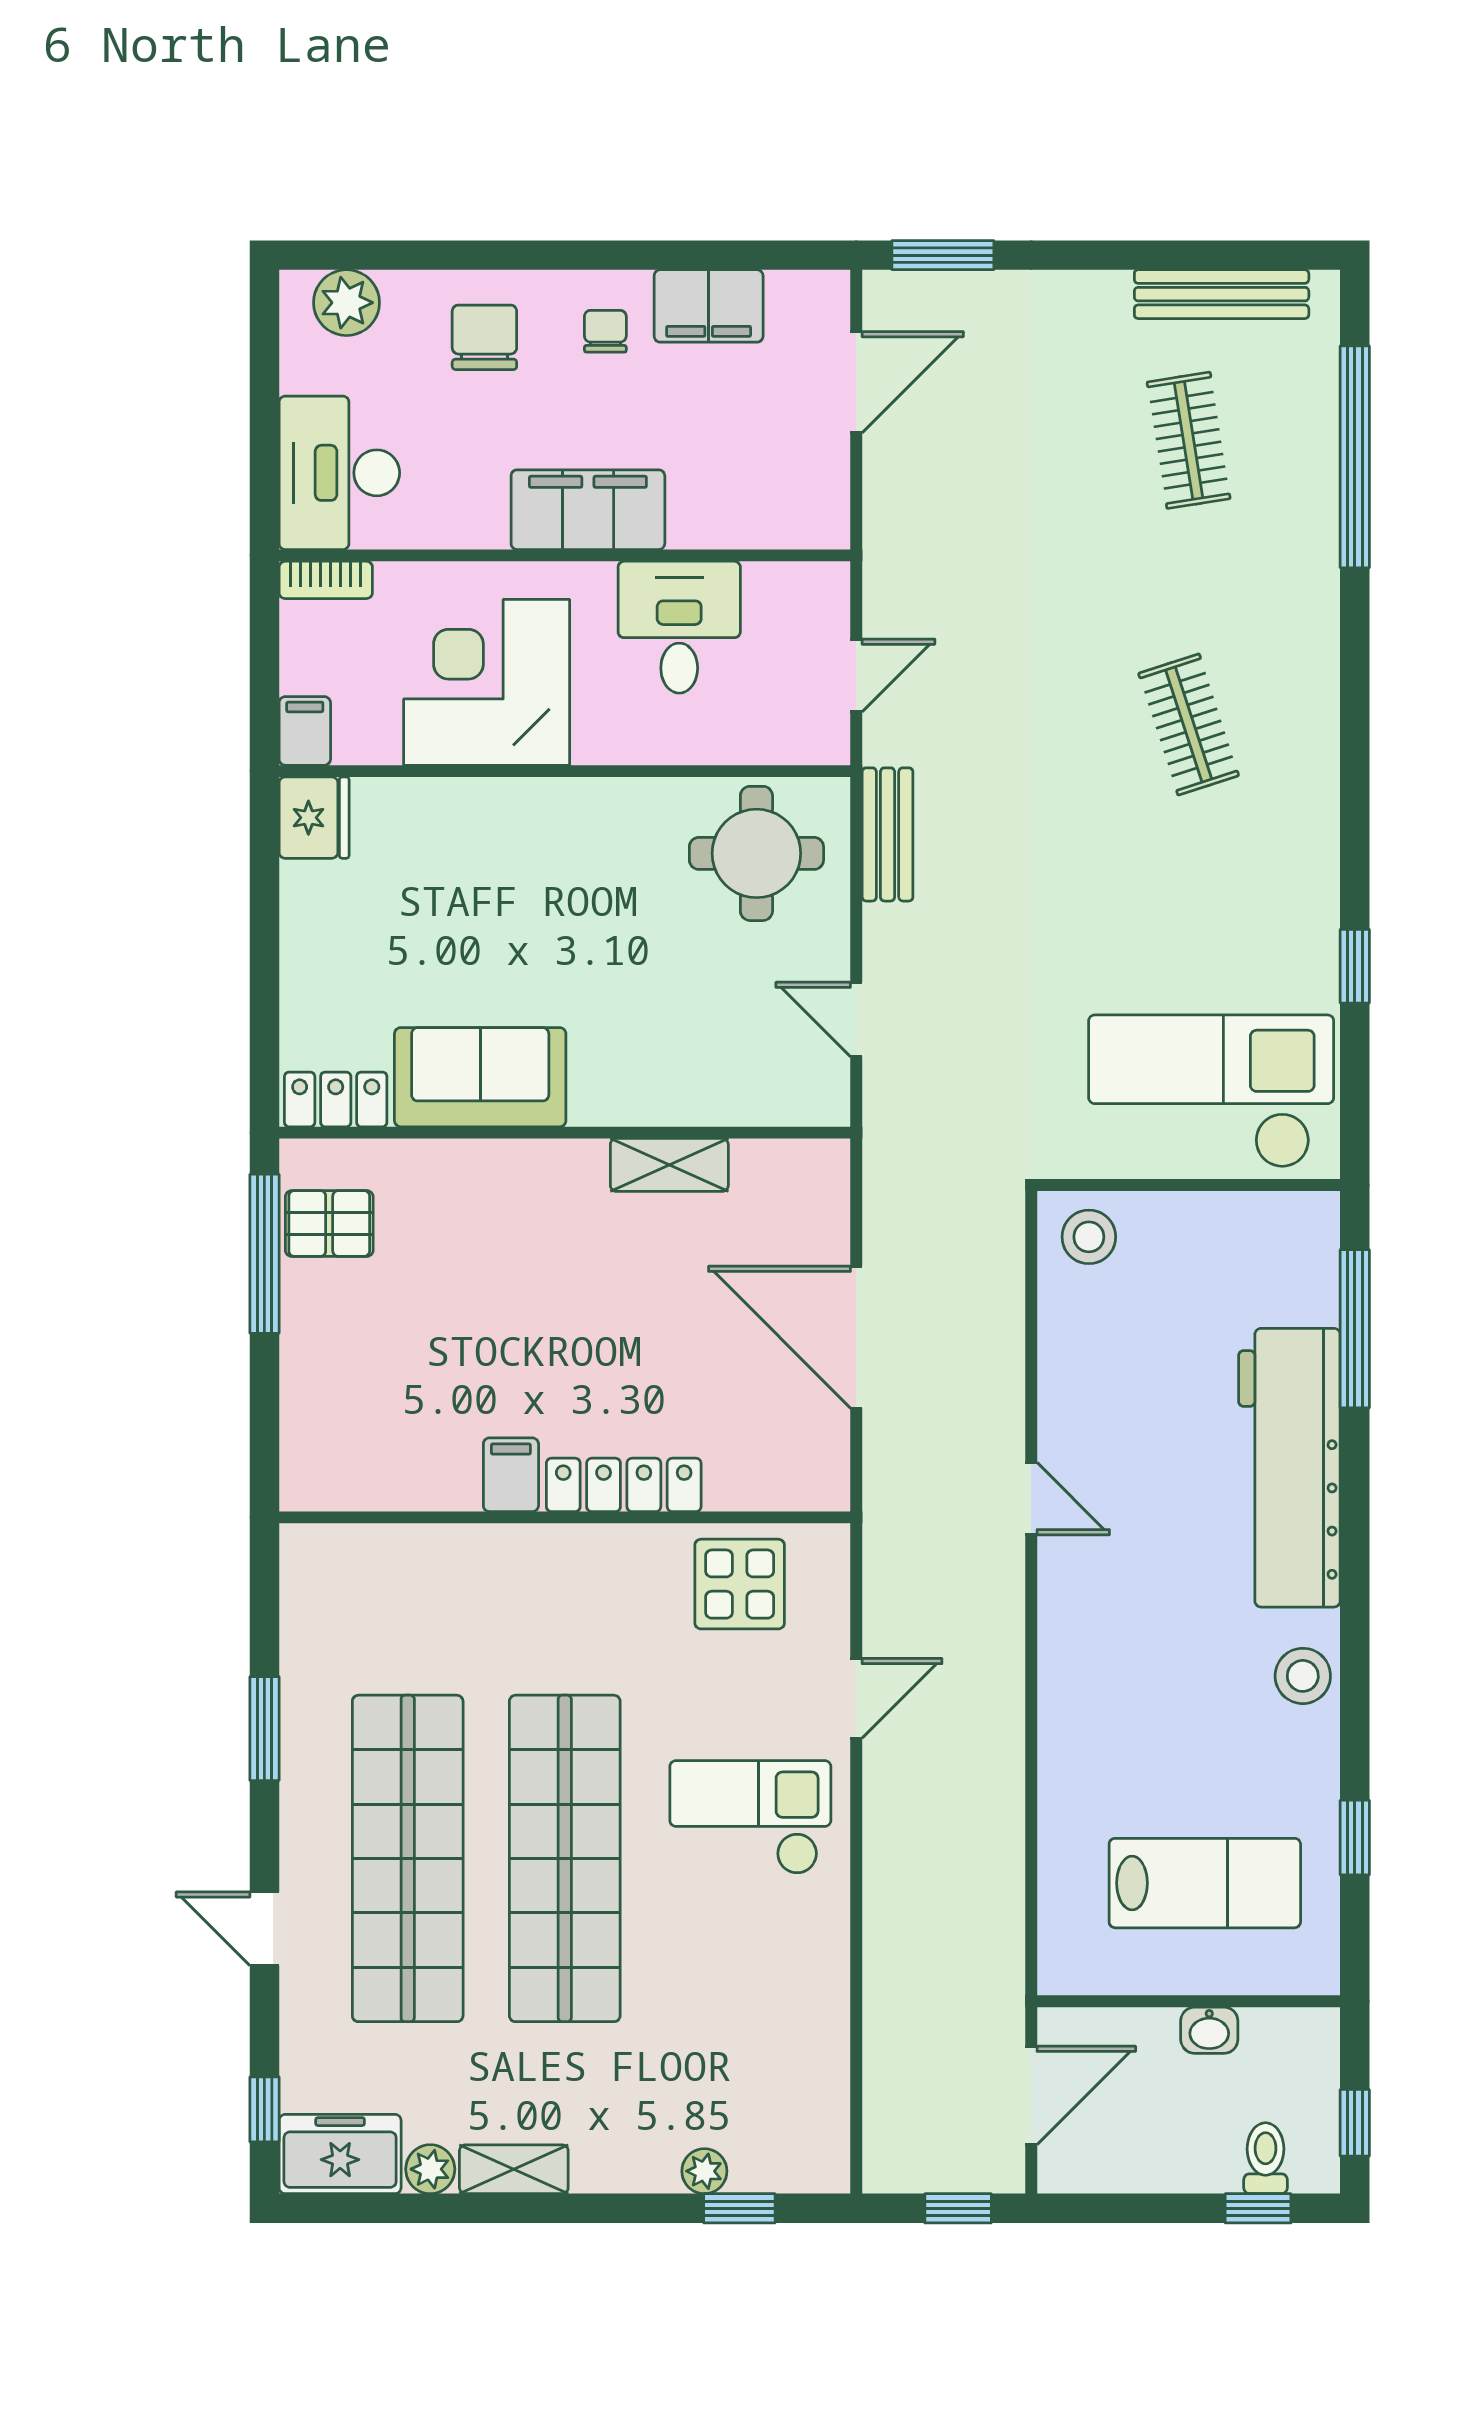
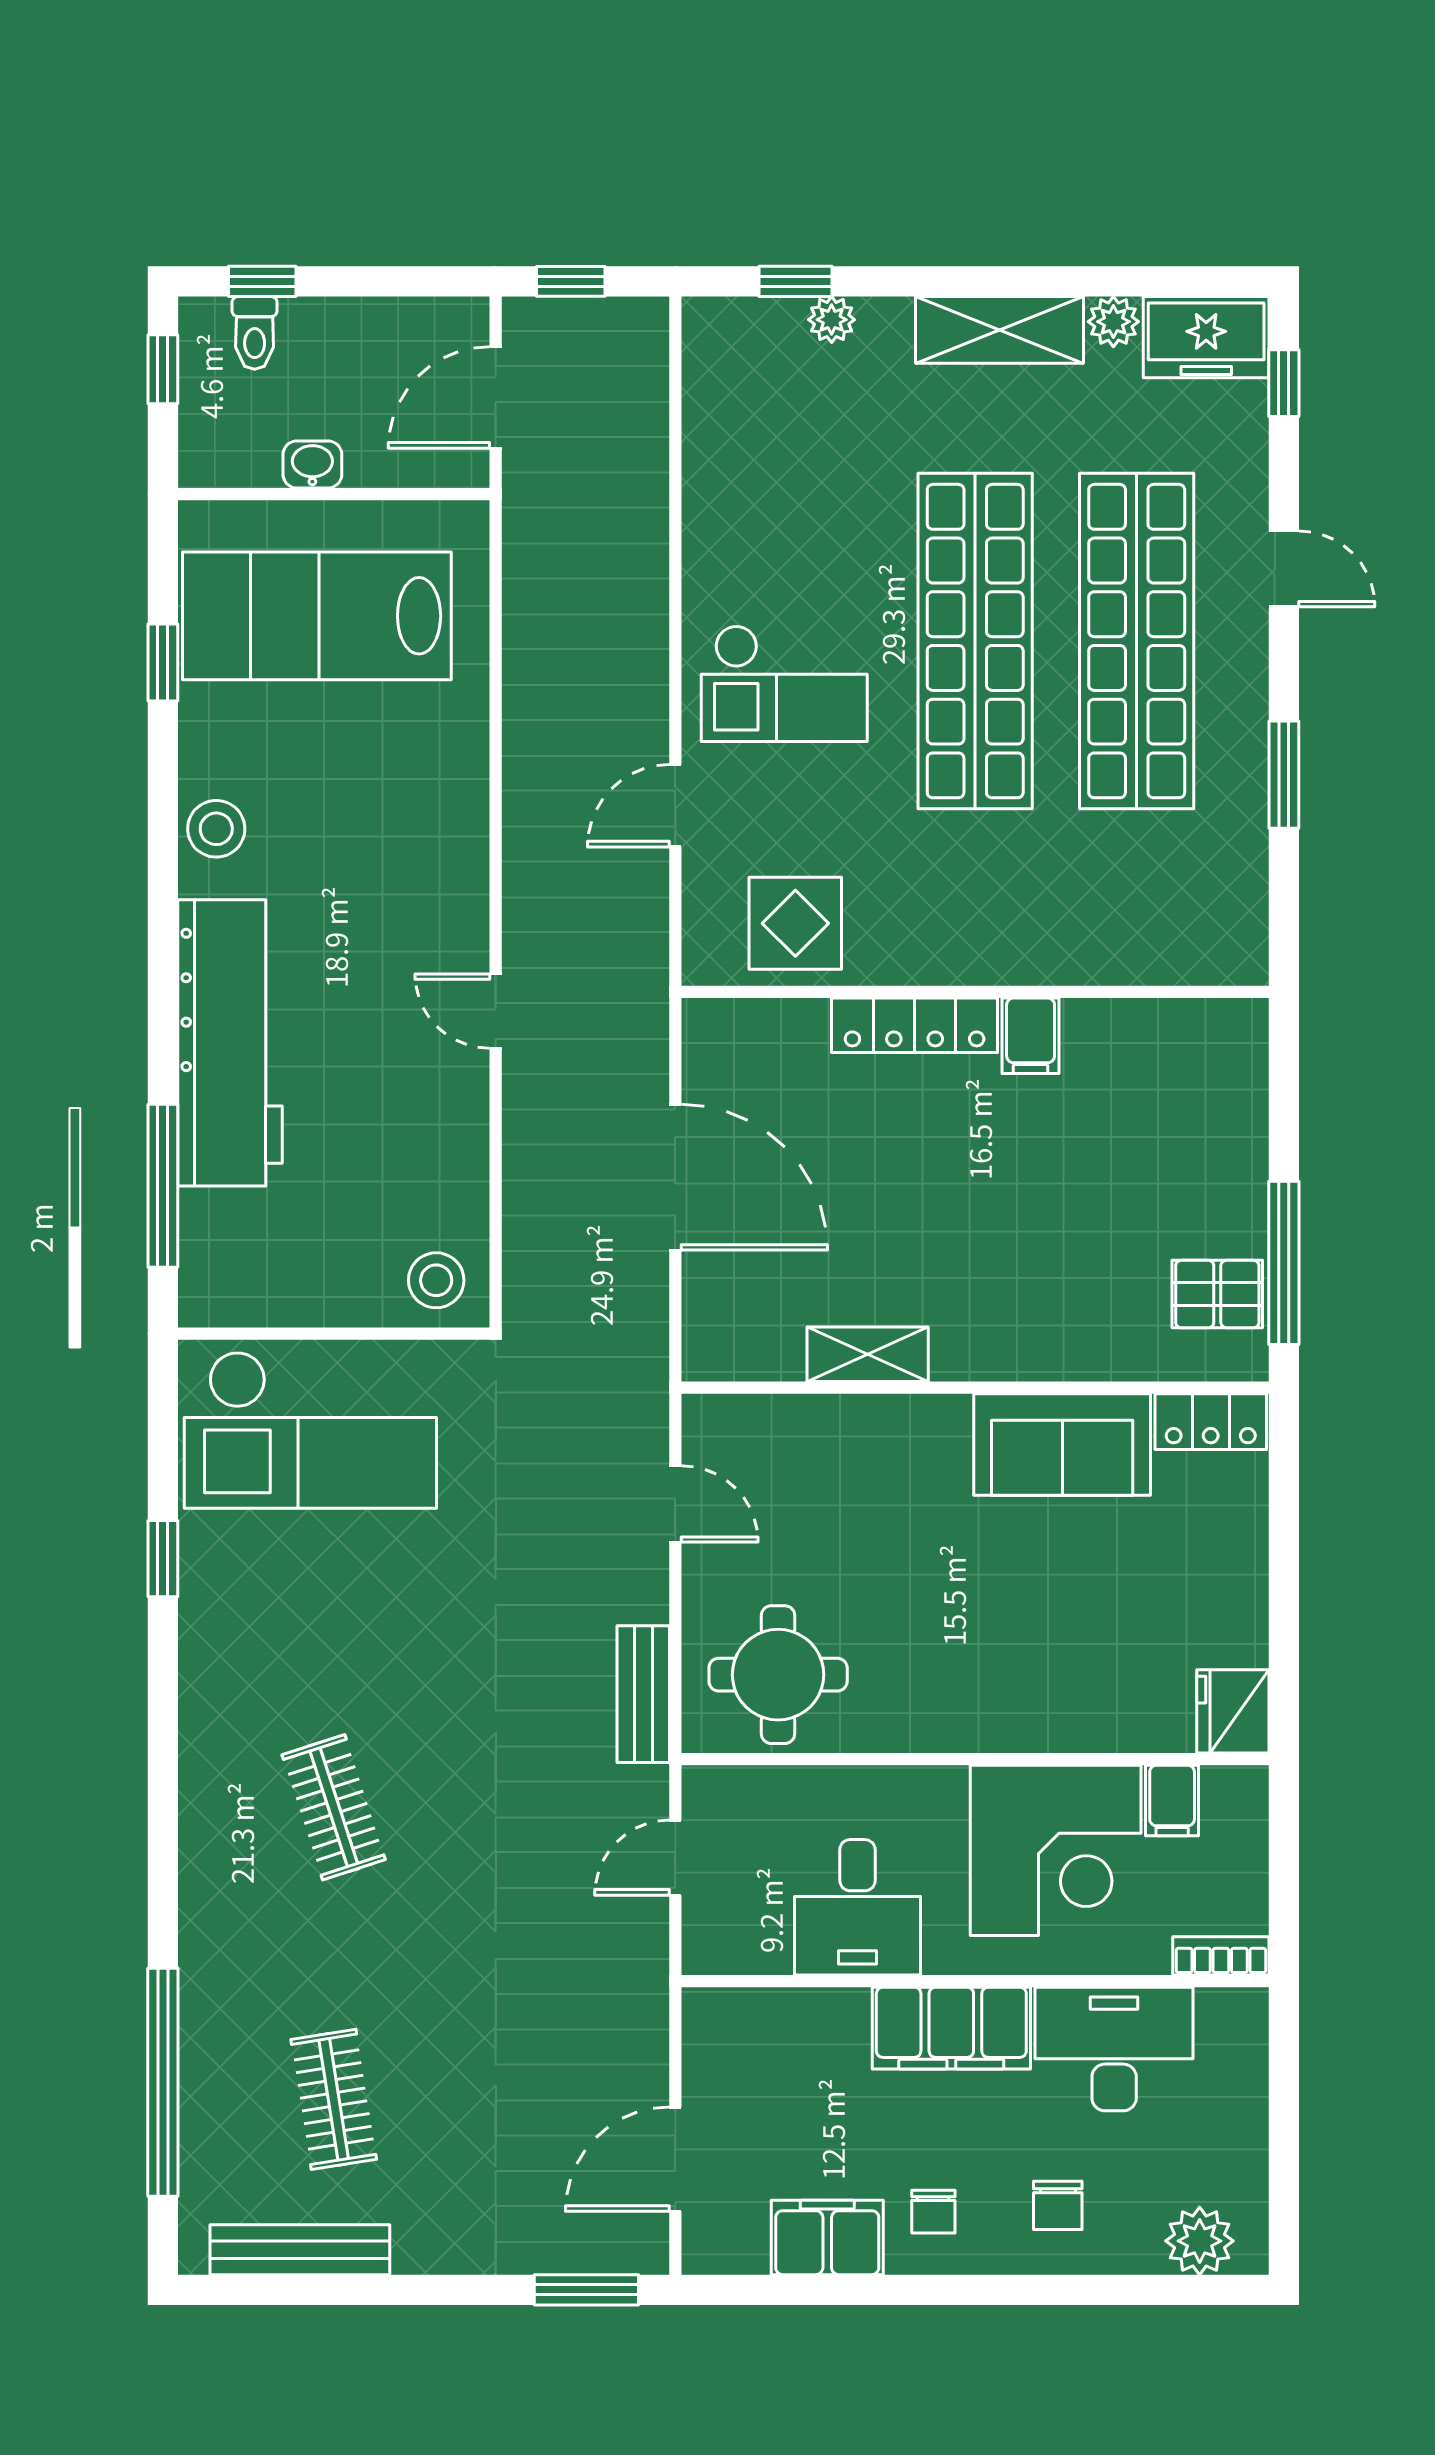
chair: (484, 337) -> (1058, 2205), width x0.73, depth x0.73
desk: (339, 473) -> (1114, 2049), moved, turned -90
filing cabinet: (305, 731) -> (1172, 1800), moved
lab bench: (1205, 1883) -> (317, 616), width x1.36, depth x1.39
shelving: (514, 2169) -> (1000, 330), width x1.50, depth x1.33

